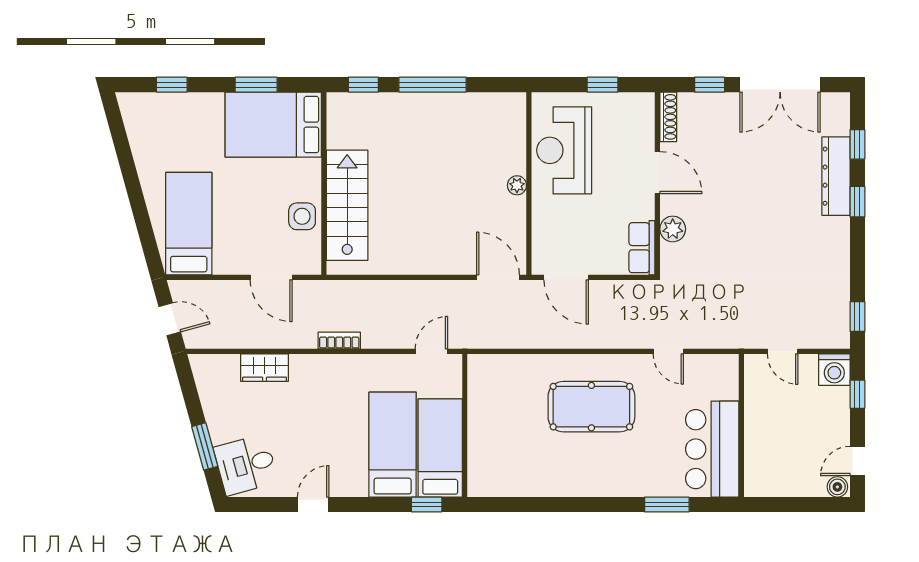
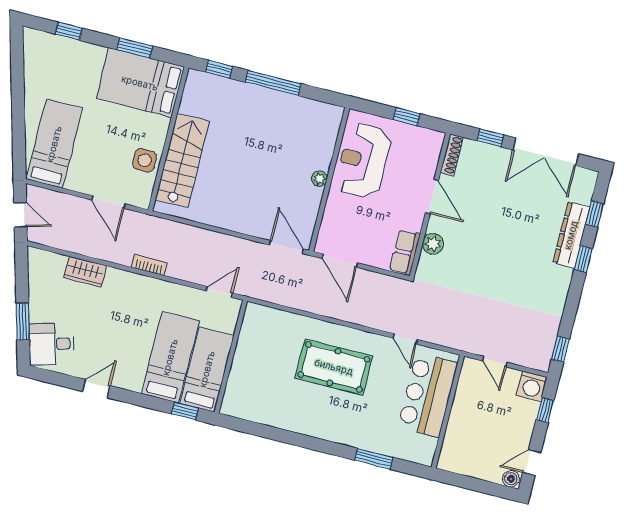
bar counter: (712, 449) -> (428, 395), moved

